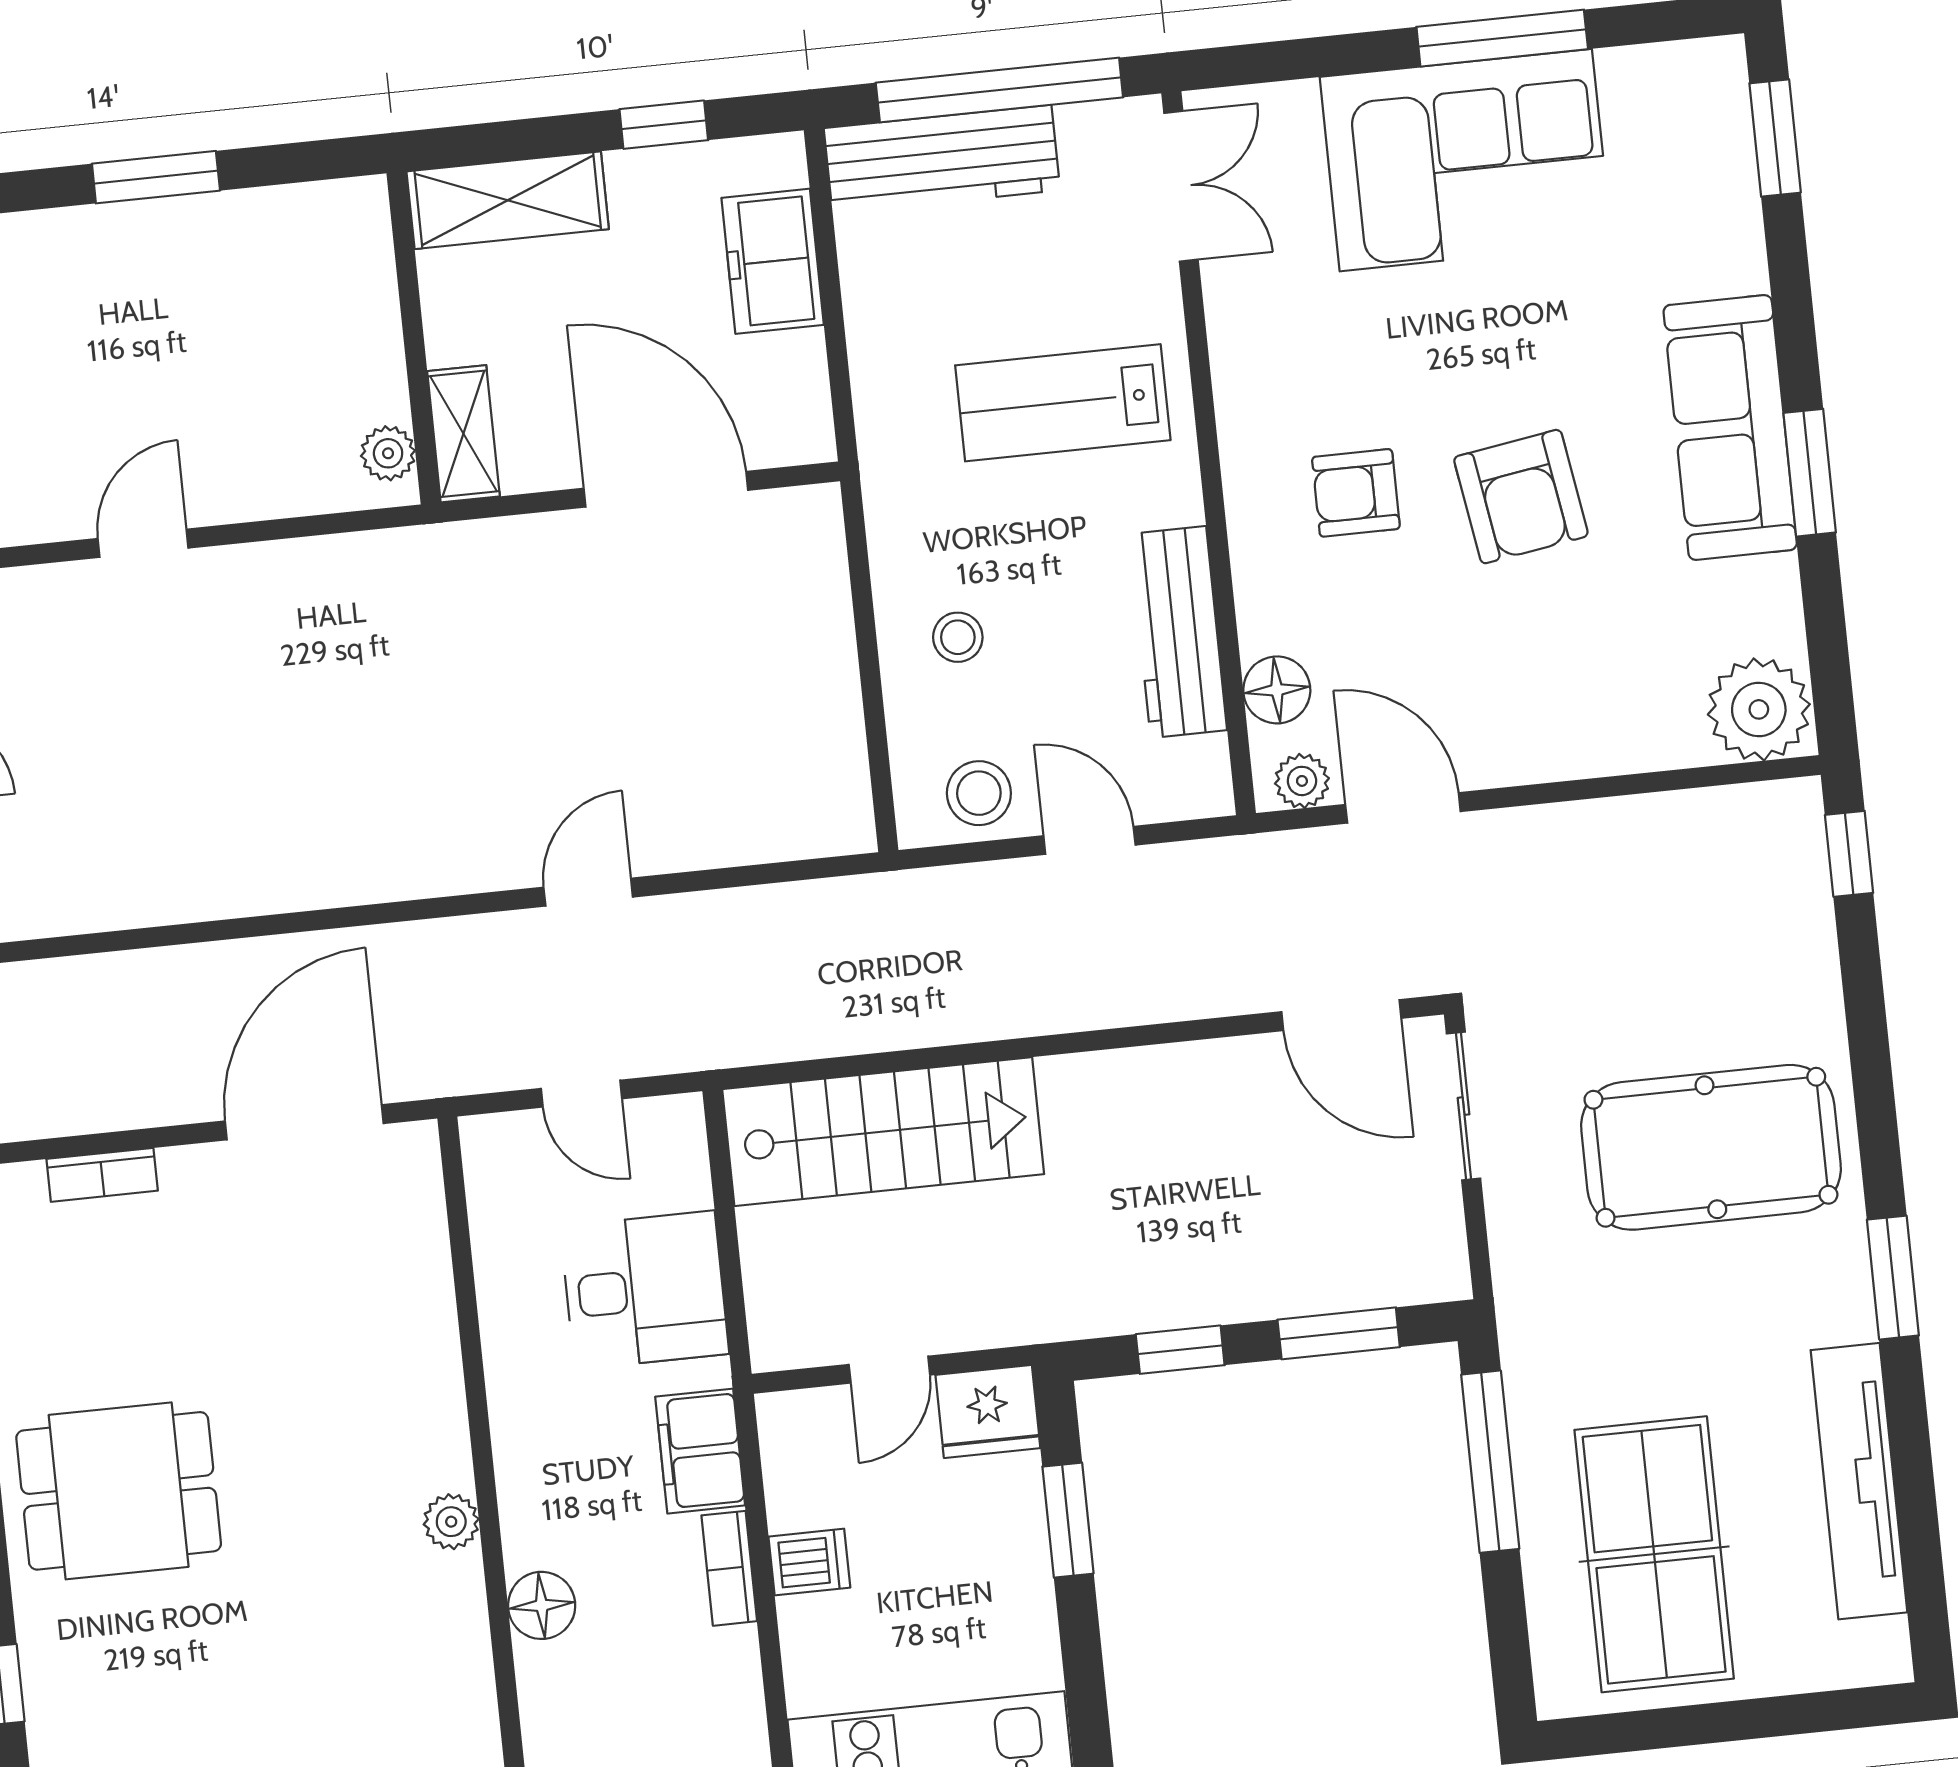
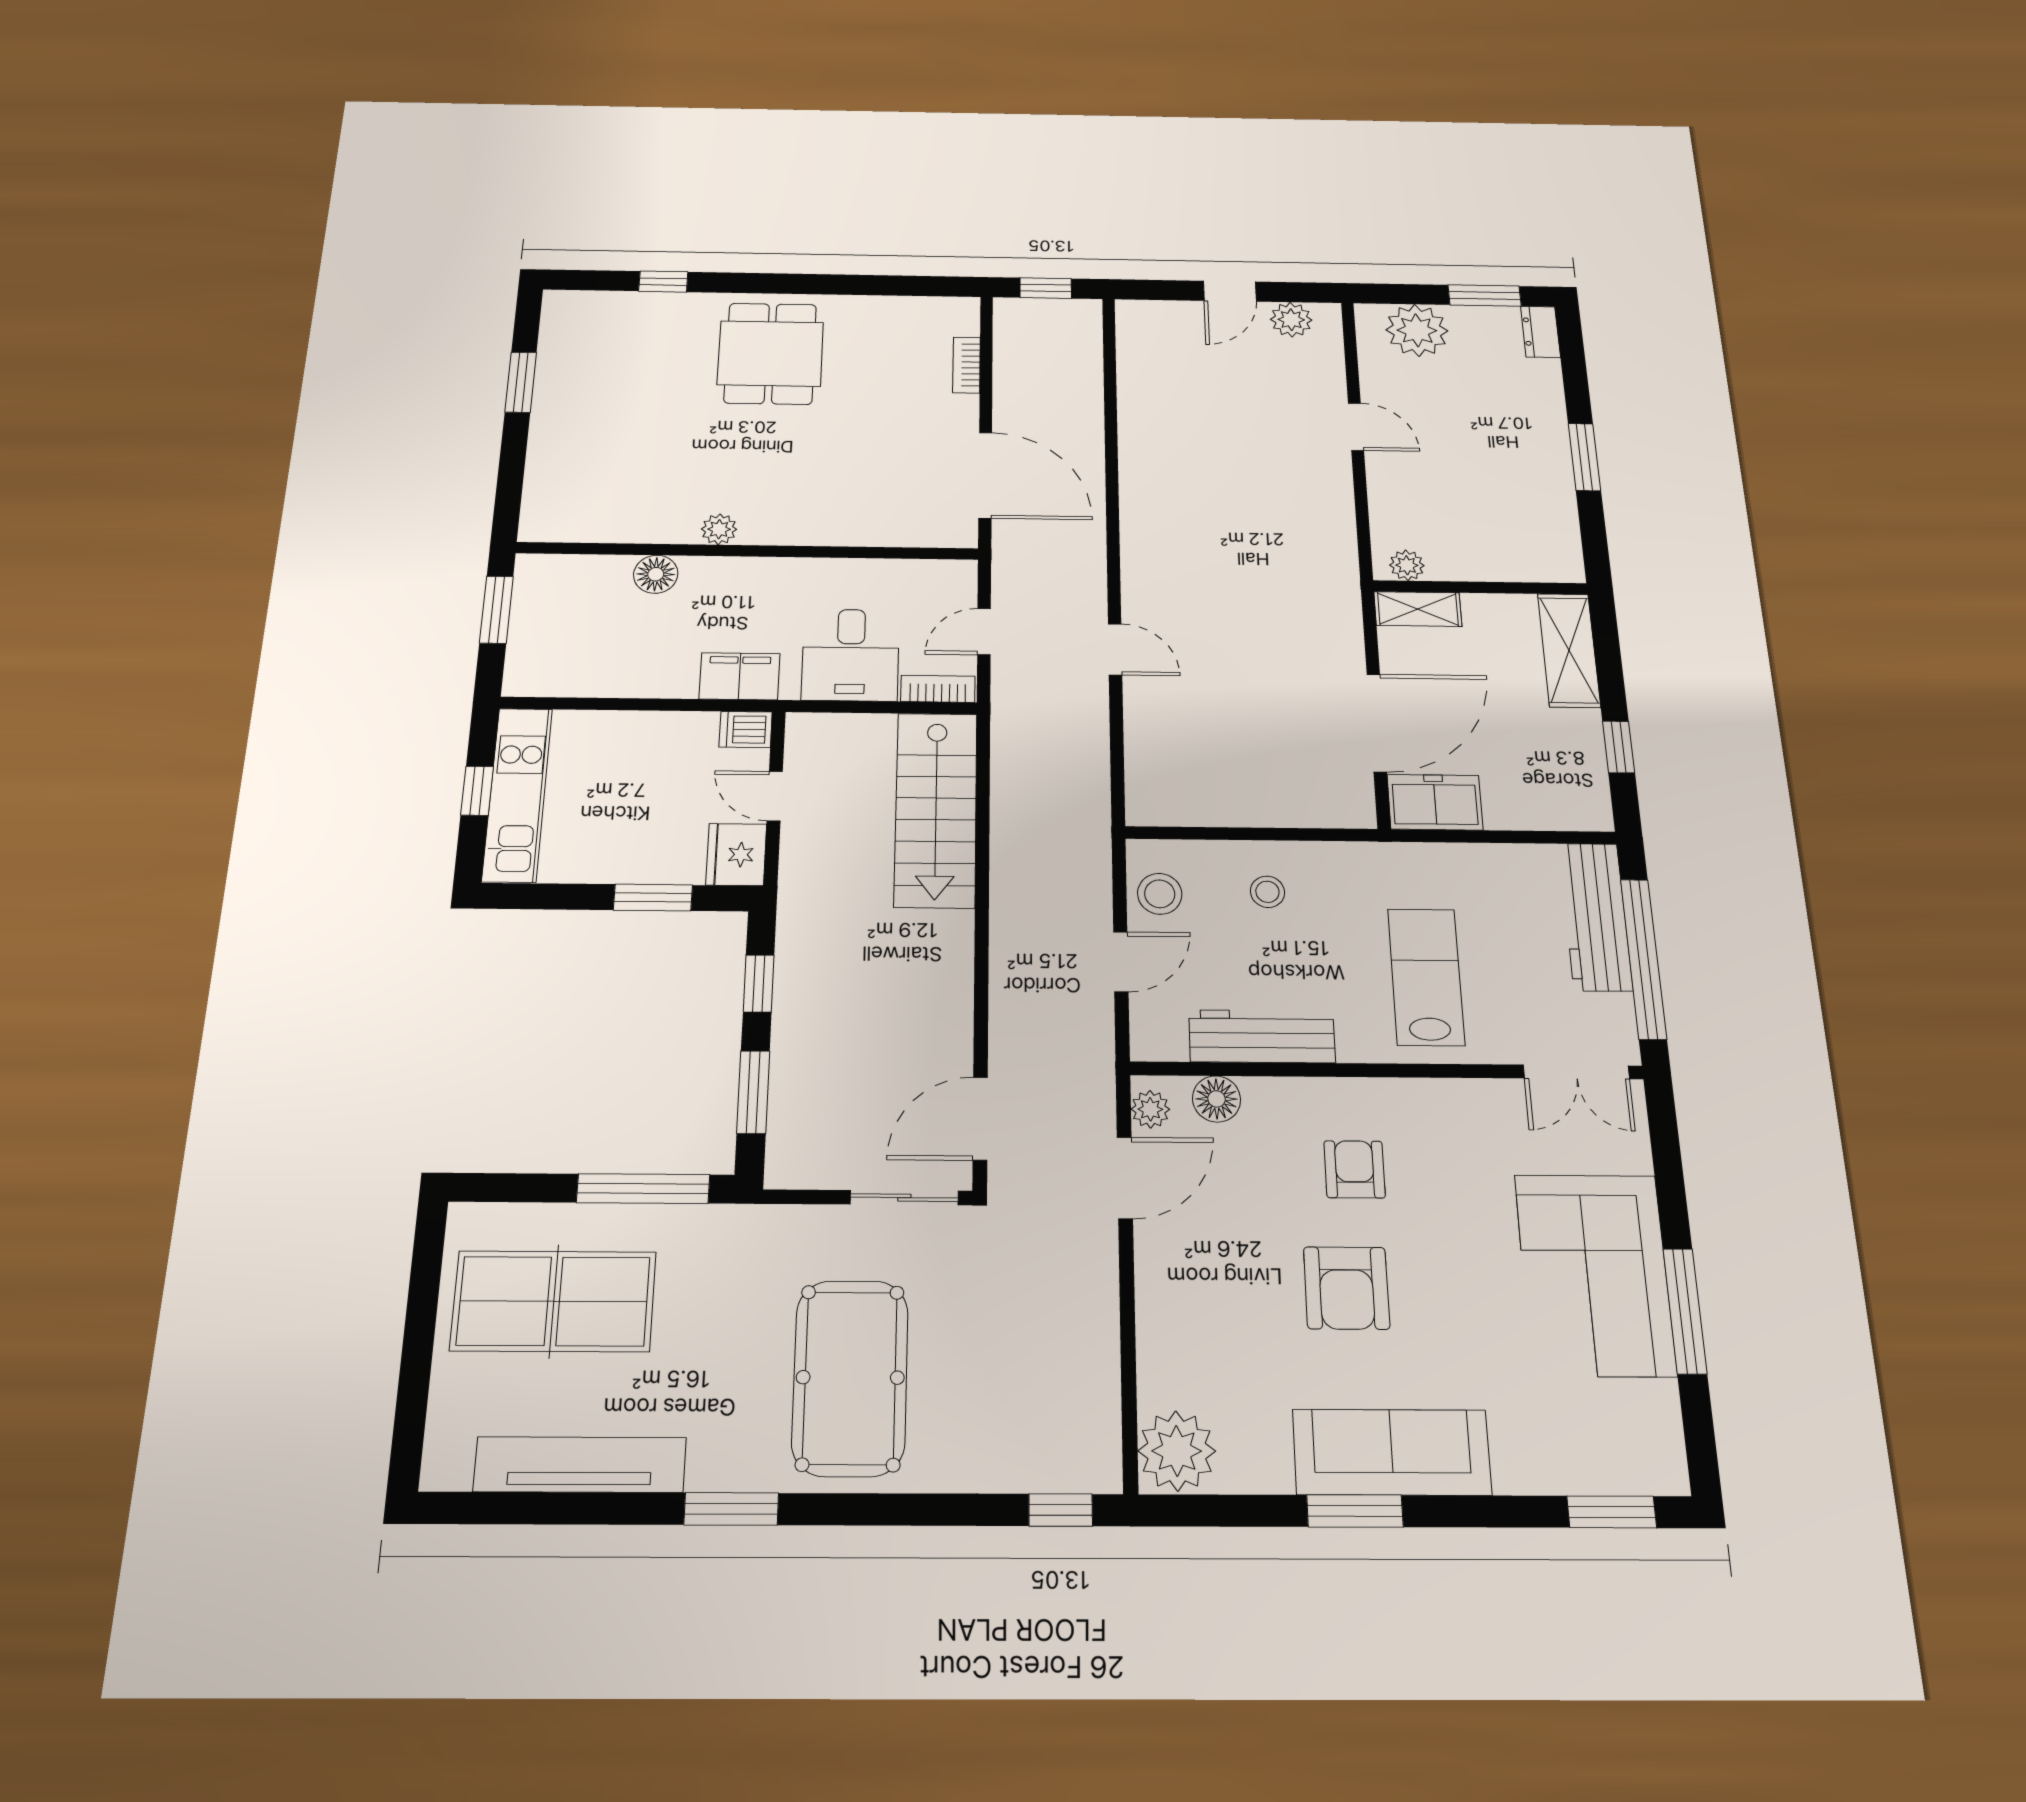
freezer: (773, 261) -> (1435, 802), moved
armchair: (1521, 497) -> (1347, 1288), turned -81
dishwasher: (809, 1562) -> (746, 729), moved, turned 90
bookcase: (729, 1568) -> (938, 689), moved

